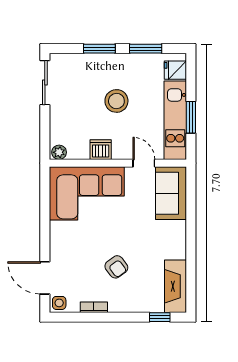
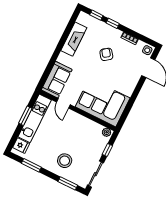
window: (99, 49) -> (68, 183), moved
stool: (116, 101) -> (65, 161), moved
window: (45, 127) -> (107, 150), added
dishwasher: (101, 150) -> (83, 122), removed
fireplace: (175, 286) -> (74, 39), moved
window: (130, 317) -> (113, 23), added

